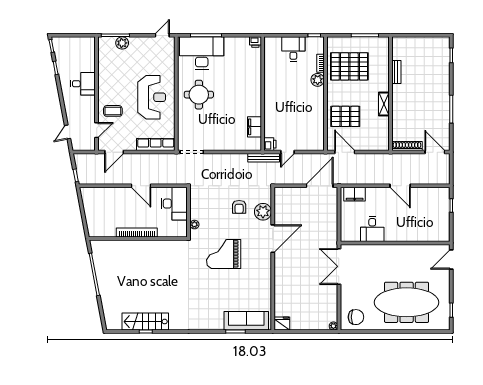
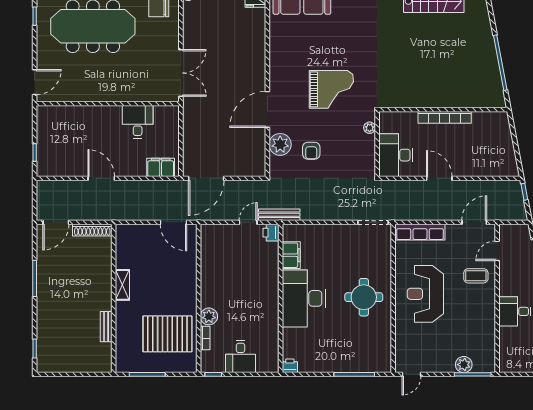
desk: (202, 53) -> (304, 298), moved, turned 90
pallet: (345, 116) -> (173, 269), removed
door: (435, 152) -> (56, 222), hinge flipped
armchair: (239, 207) -> (311, 151), turned 180

